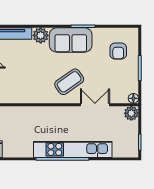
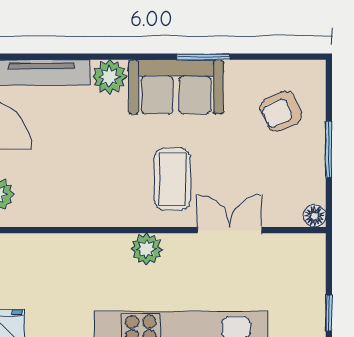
armchair: (118, 51) -> (281, 111), turned 66
coffee table: (69, 82) -> (173, 179), turned -55
plant: (131, 113) -> (147, 249), moved

